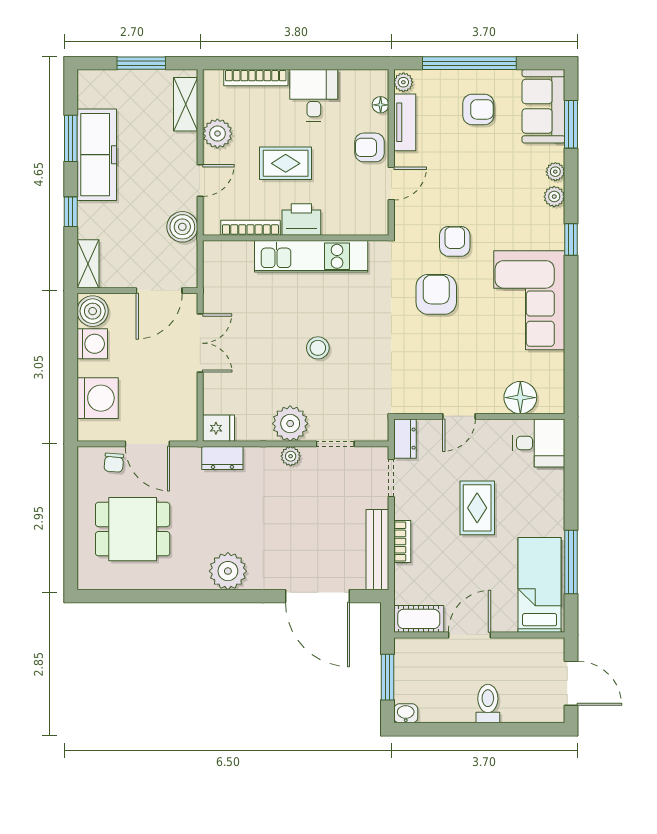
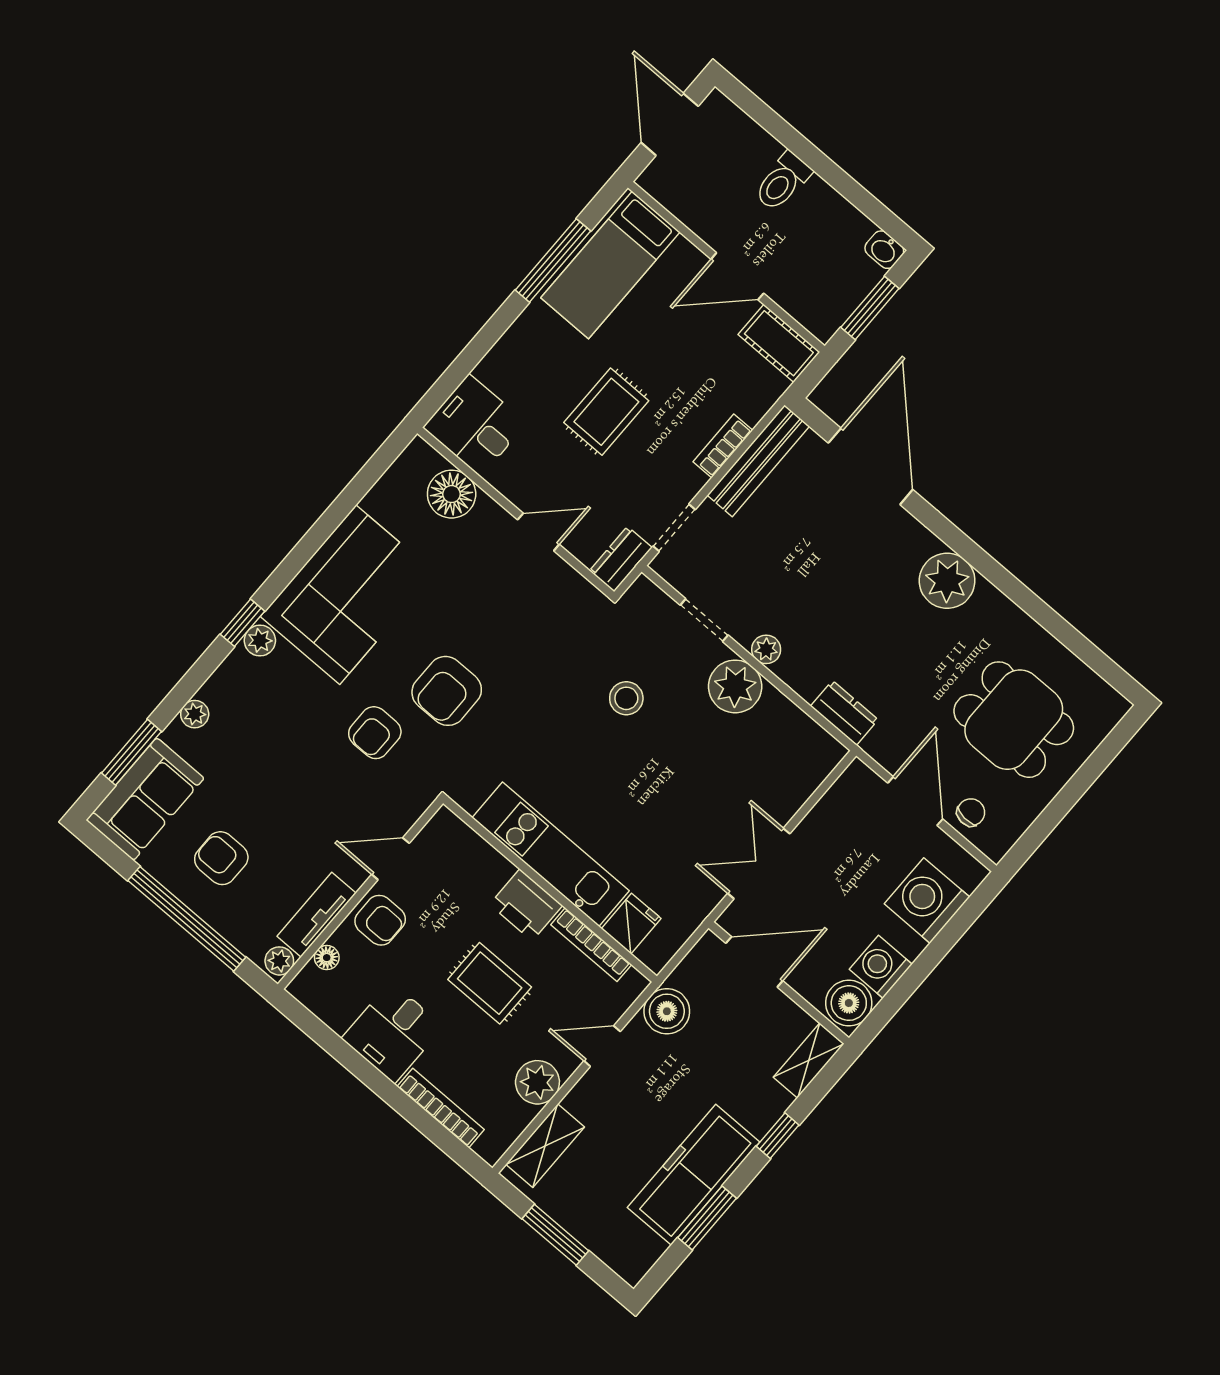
plant: (554, 197) -> (260, 640), moved
stool: (318, 348) -> (626, 698), moved
fridge: (219, 428) -> (631, 924), moved, turned 90

